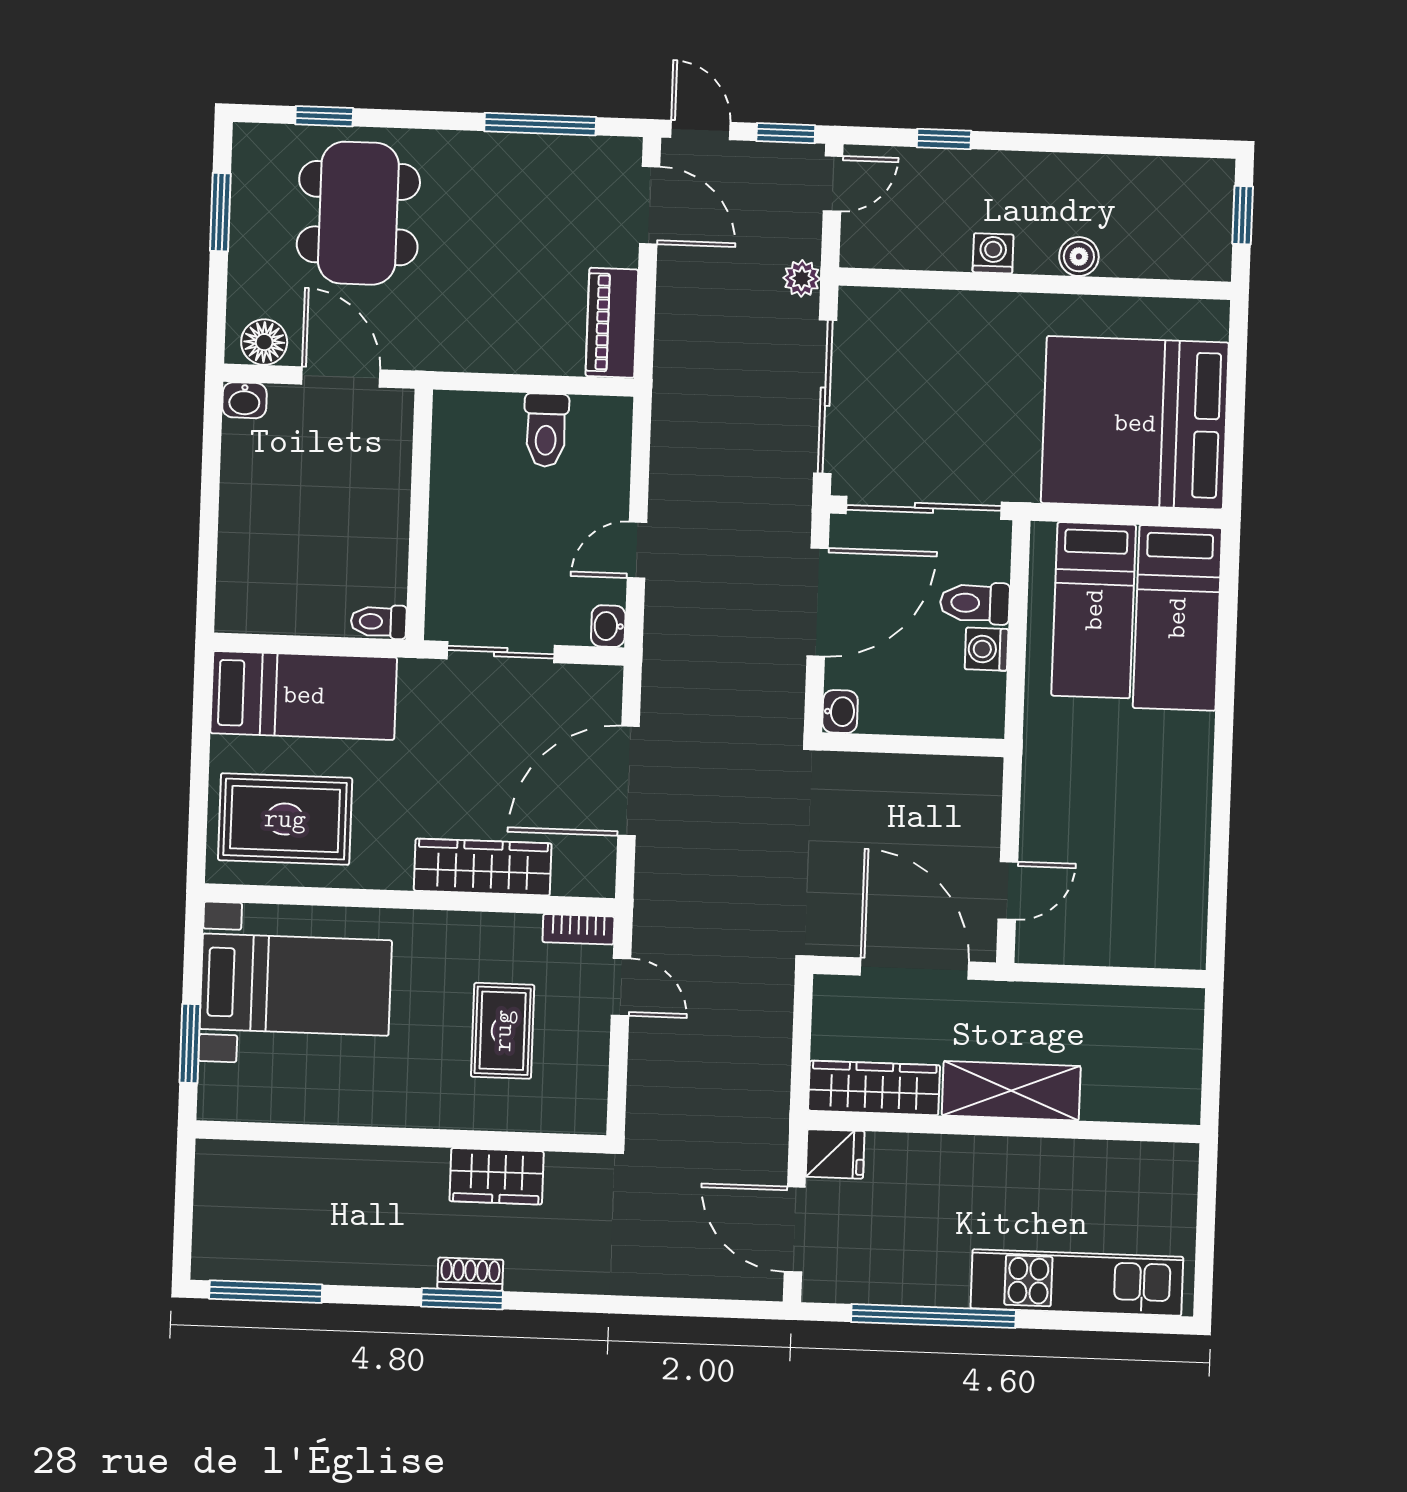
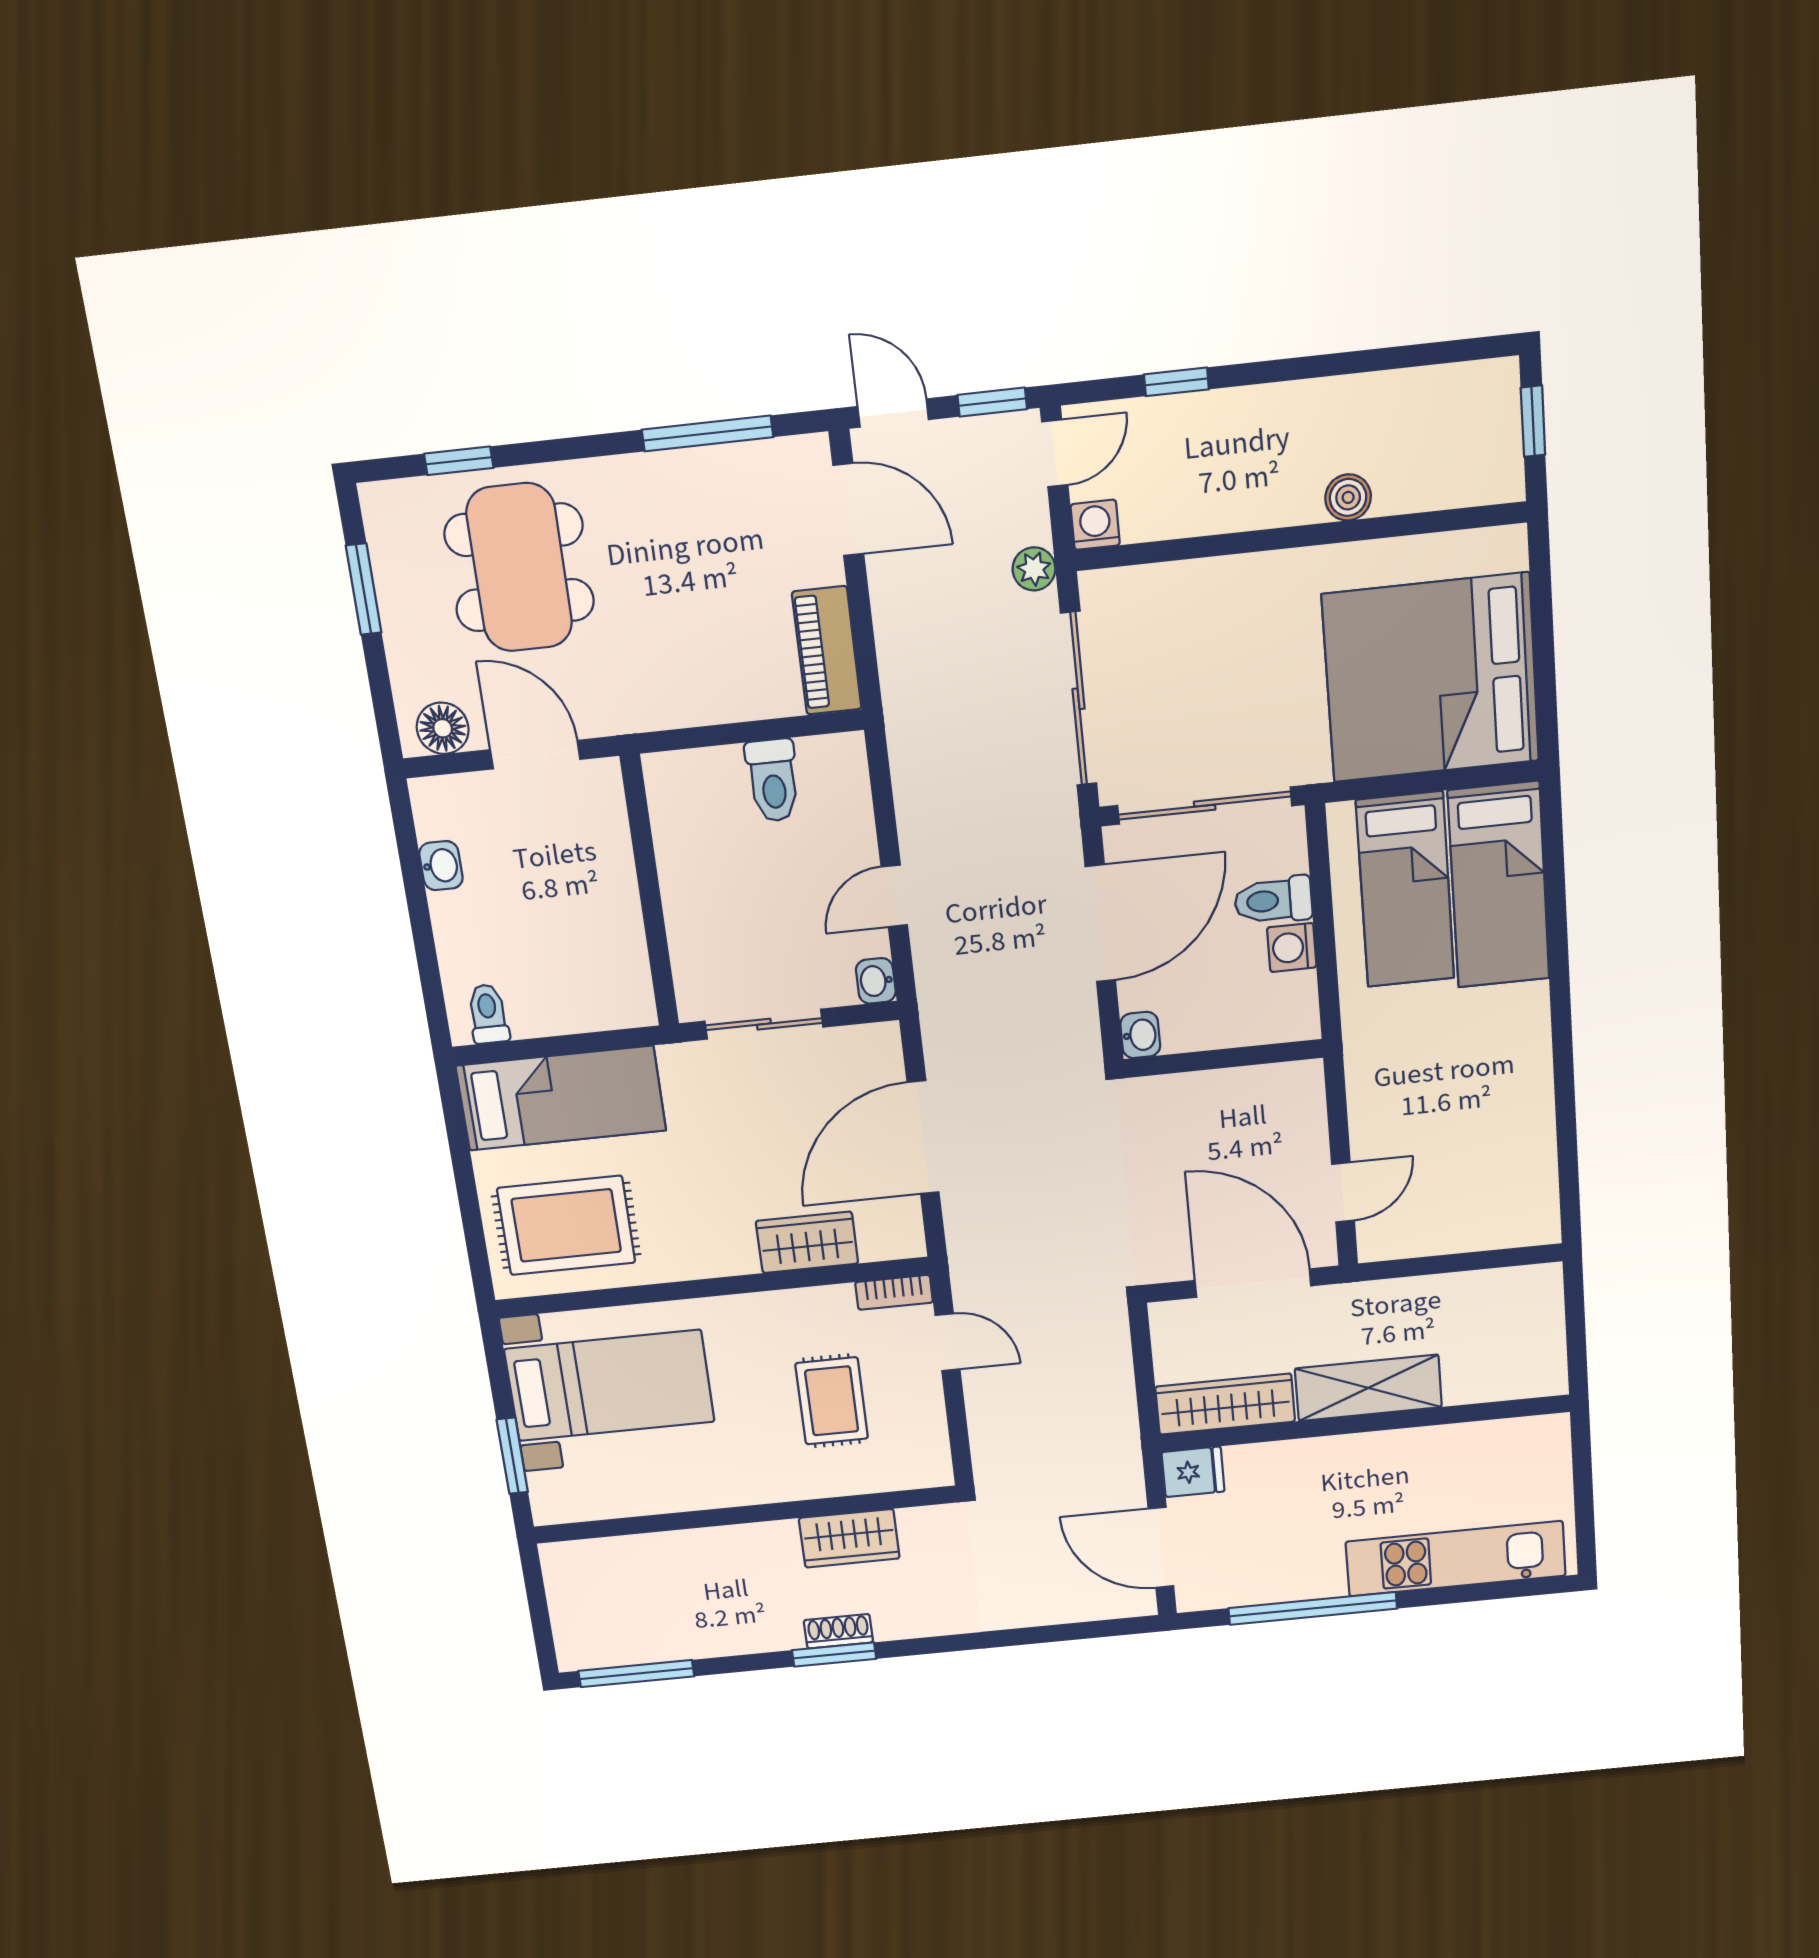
washing machine: (993, 253) -> (1095, 525), moved
washbasin: (244, 400) -> (441, 866), moved, turned -90
toilet: (379, 622) -> (488, 1014), moved, turned 90
wardrobe: (483, 867) -> (807, 1242), width x0.67

